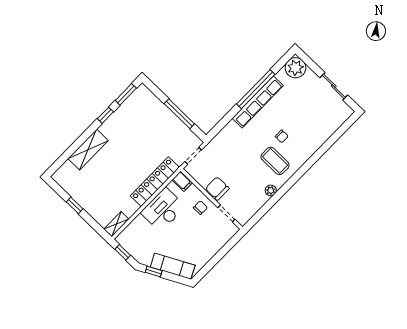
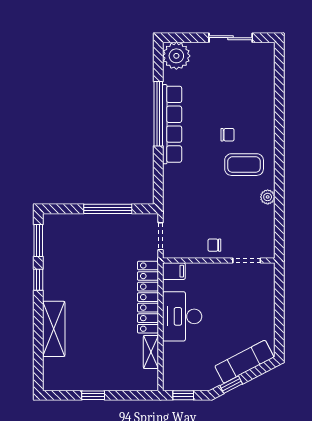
chair: (217, 188) -> (214, 245), width x0.54, depth x0.54
chair: (200, 208) -> (216, 279), removed
shelving: (116, 224) -> (151, 352), moved

